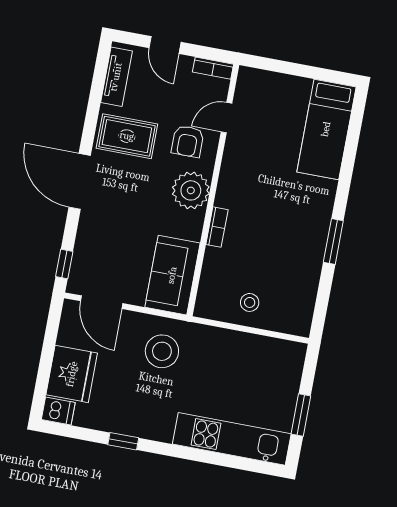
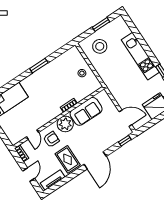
door: (227, 118) -> (33, 135), hinge flipped
sofa: (172, 275) -> (86, 111), moved
door: (102, 302) -> (125, 118), hinge flipped
stool: (162, 351) -> (100, 46), moved
kitchen unit: (232, 439) -> (140, 56), moved

